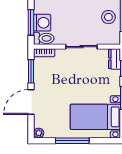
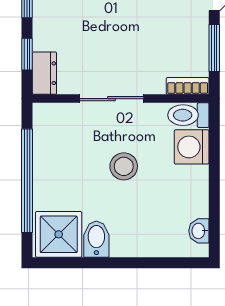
stool: (108, 17) -> (124, 166), moved
window: (31, 22) -> (214, 148), removed

